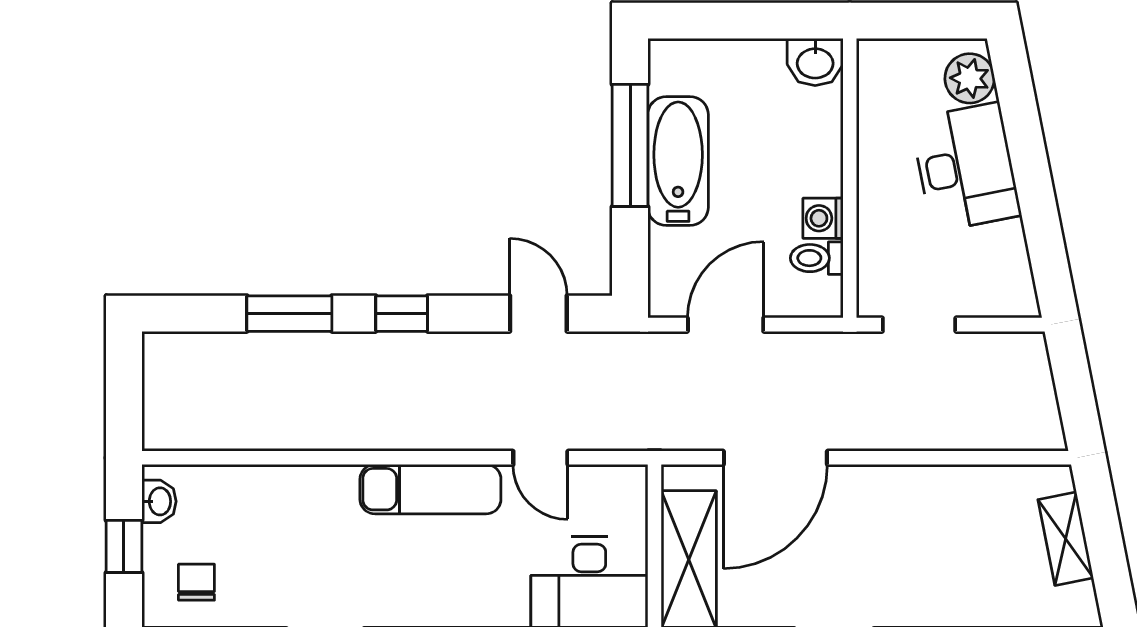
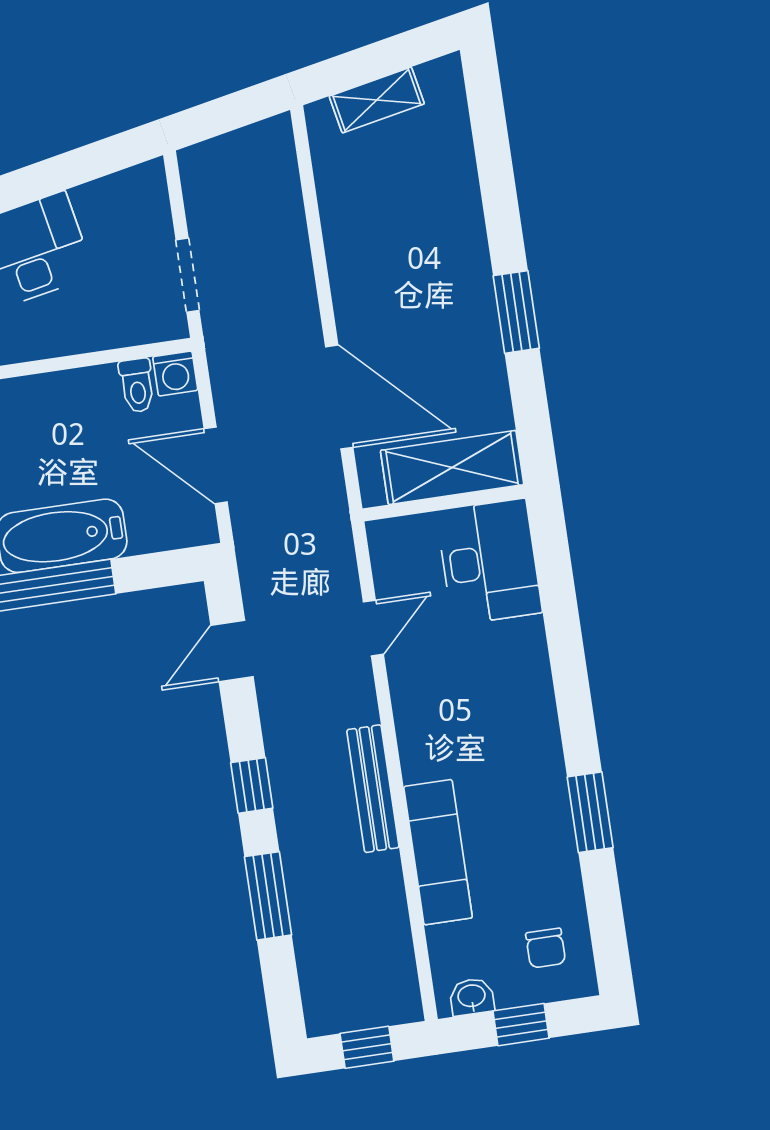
washing machine: (823, 218) -> (175, 373), moved
window: (124, 390) -> (367, 1047), added
bench: (381, 434) -> (373, 789), added
exam couch: (430, 489) -> (438, 852), moved
chair: (196, 582) -> (546, 948), turned -90

